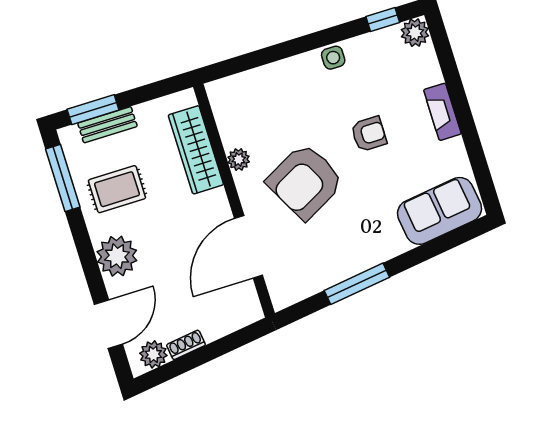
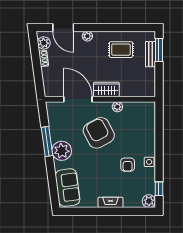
armchair: (369, 134) -> (128, 165), moved
wardrobe: (196, 150) -> (106, 89), moved, width x0.67
window: (63, 178) -> (133, 27), removed
rug: (117, 189) -> (121, 50), turned 90
plant: (367, 247) -> (62, 151), added
plant: (117, 256) -> (87, 36), width x0.53, depth x0.53

